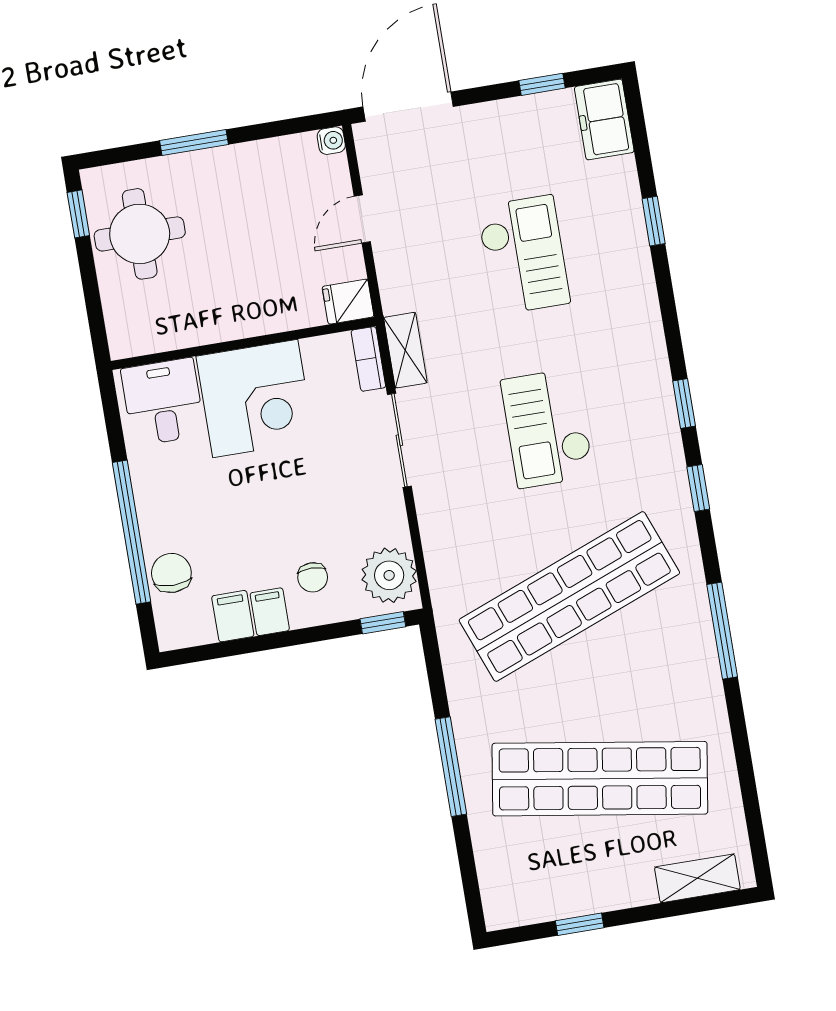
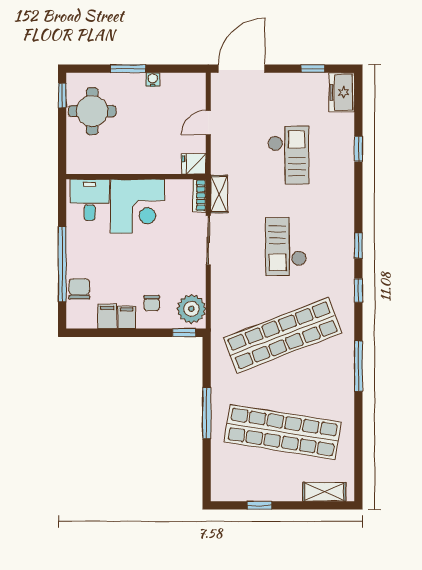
water cooler: (331, 141) -> (153, 80), moved, turned -90

